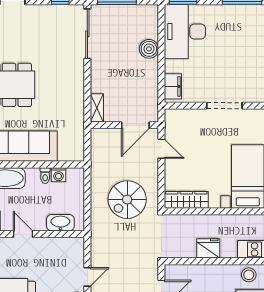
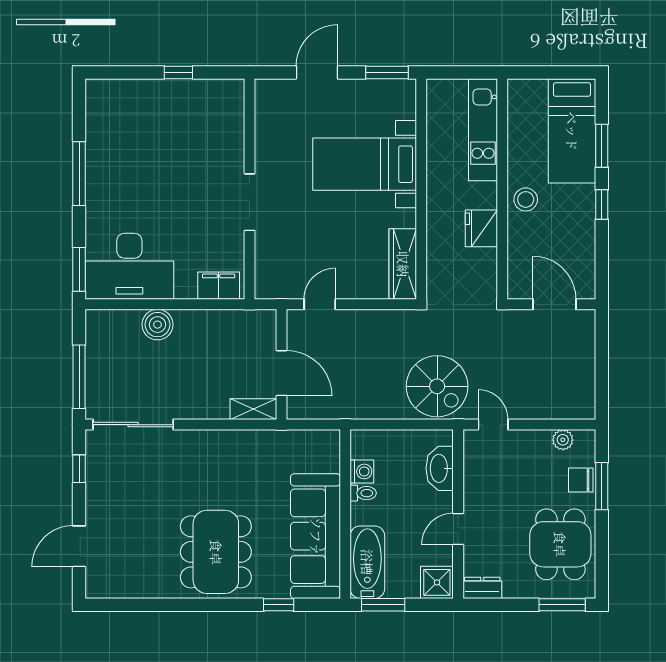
door: (135, 125) -> (281, 373), moved
spiral stairs: (127, 200) -> (437, 386), moved
stool: (249, 275) -> (526, 199), moved
door: (87, 277) -> (493, 425), moved

